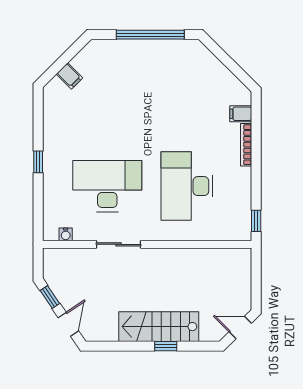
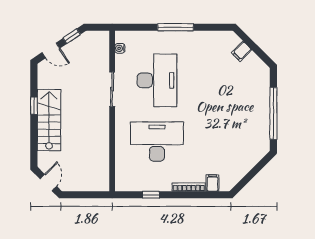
window: (38, 162) -> (176, 27), width x2.17
window: (256, 221) -> (151, 195), moved
window: (166, 346) -> (34, 106), moved

